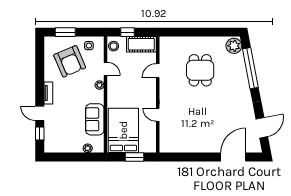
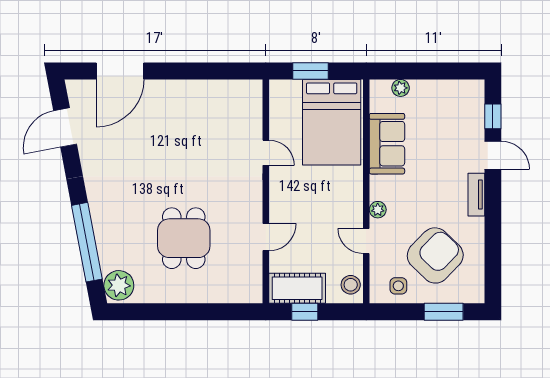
window: (127, 32) -> (305, 312), moved
armchair: (70, 61) -> (435, 255), turned 67

